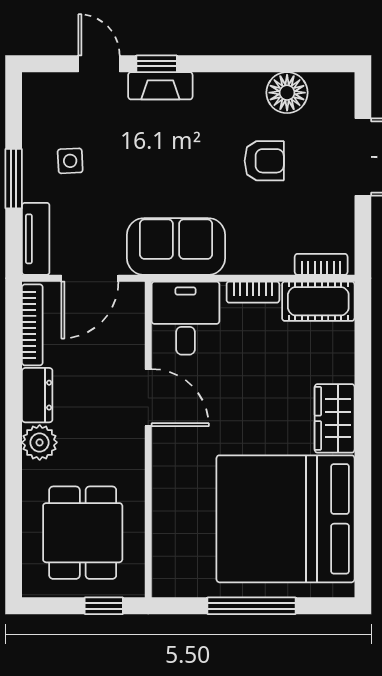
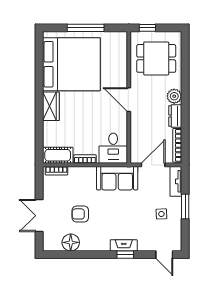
door: (99, 64) -> (164, 255), moved
door: (148, 398) -> (129, 100), moved
dining table: (83, 533) -> (156, 58), turned 90

